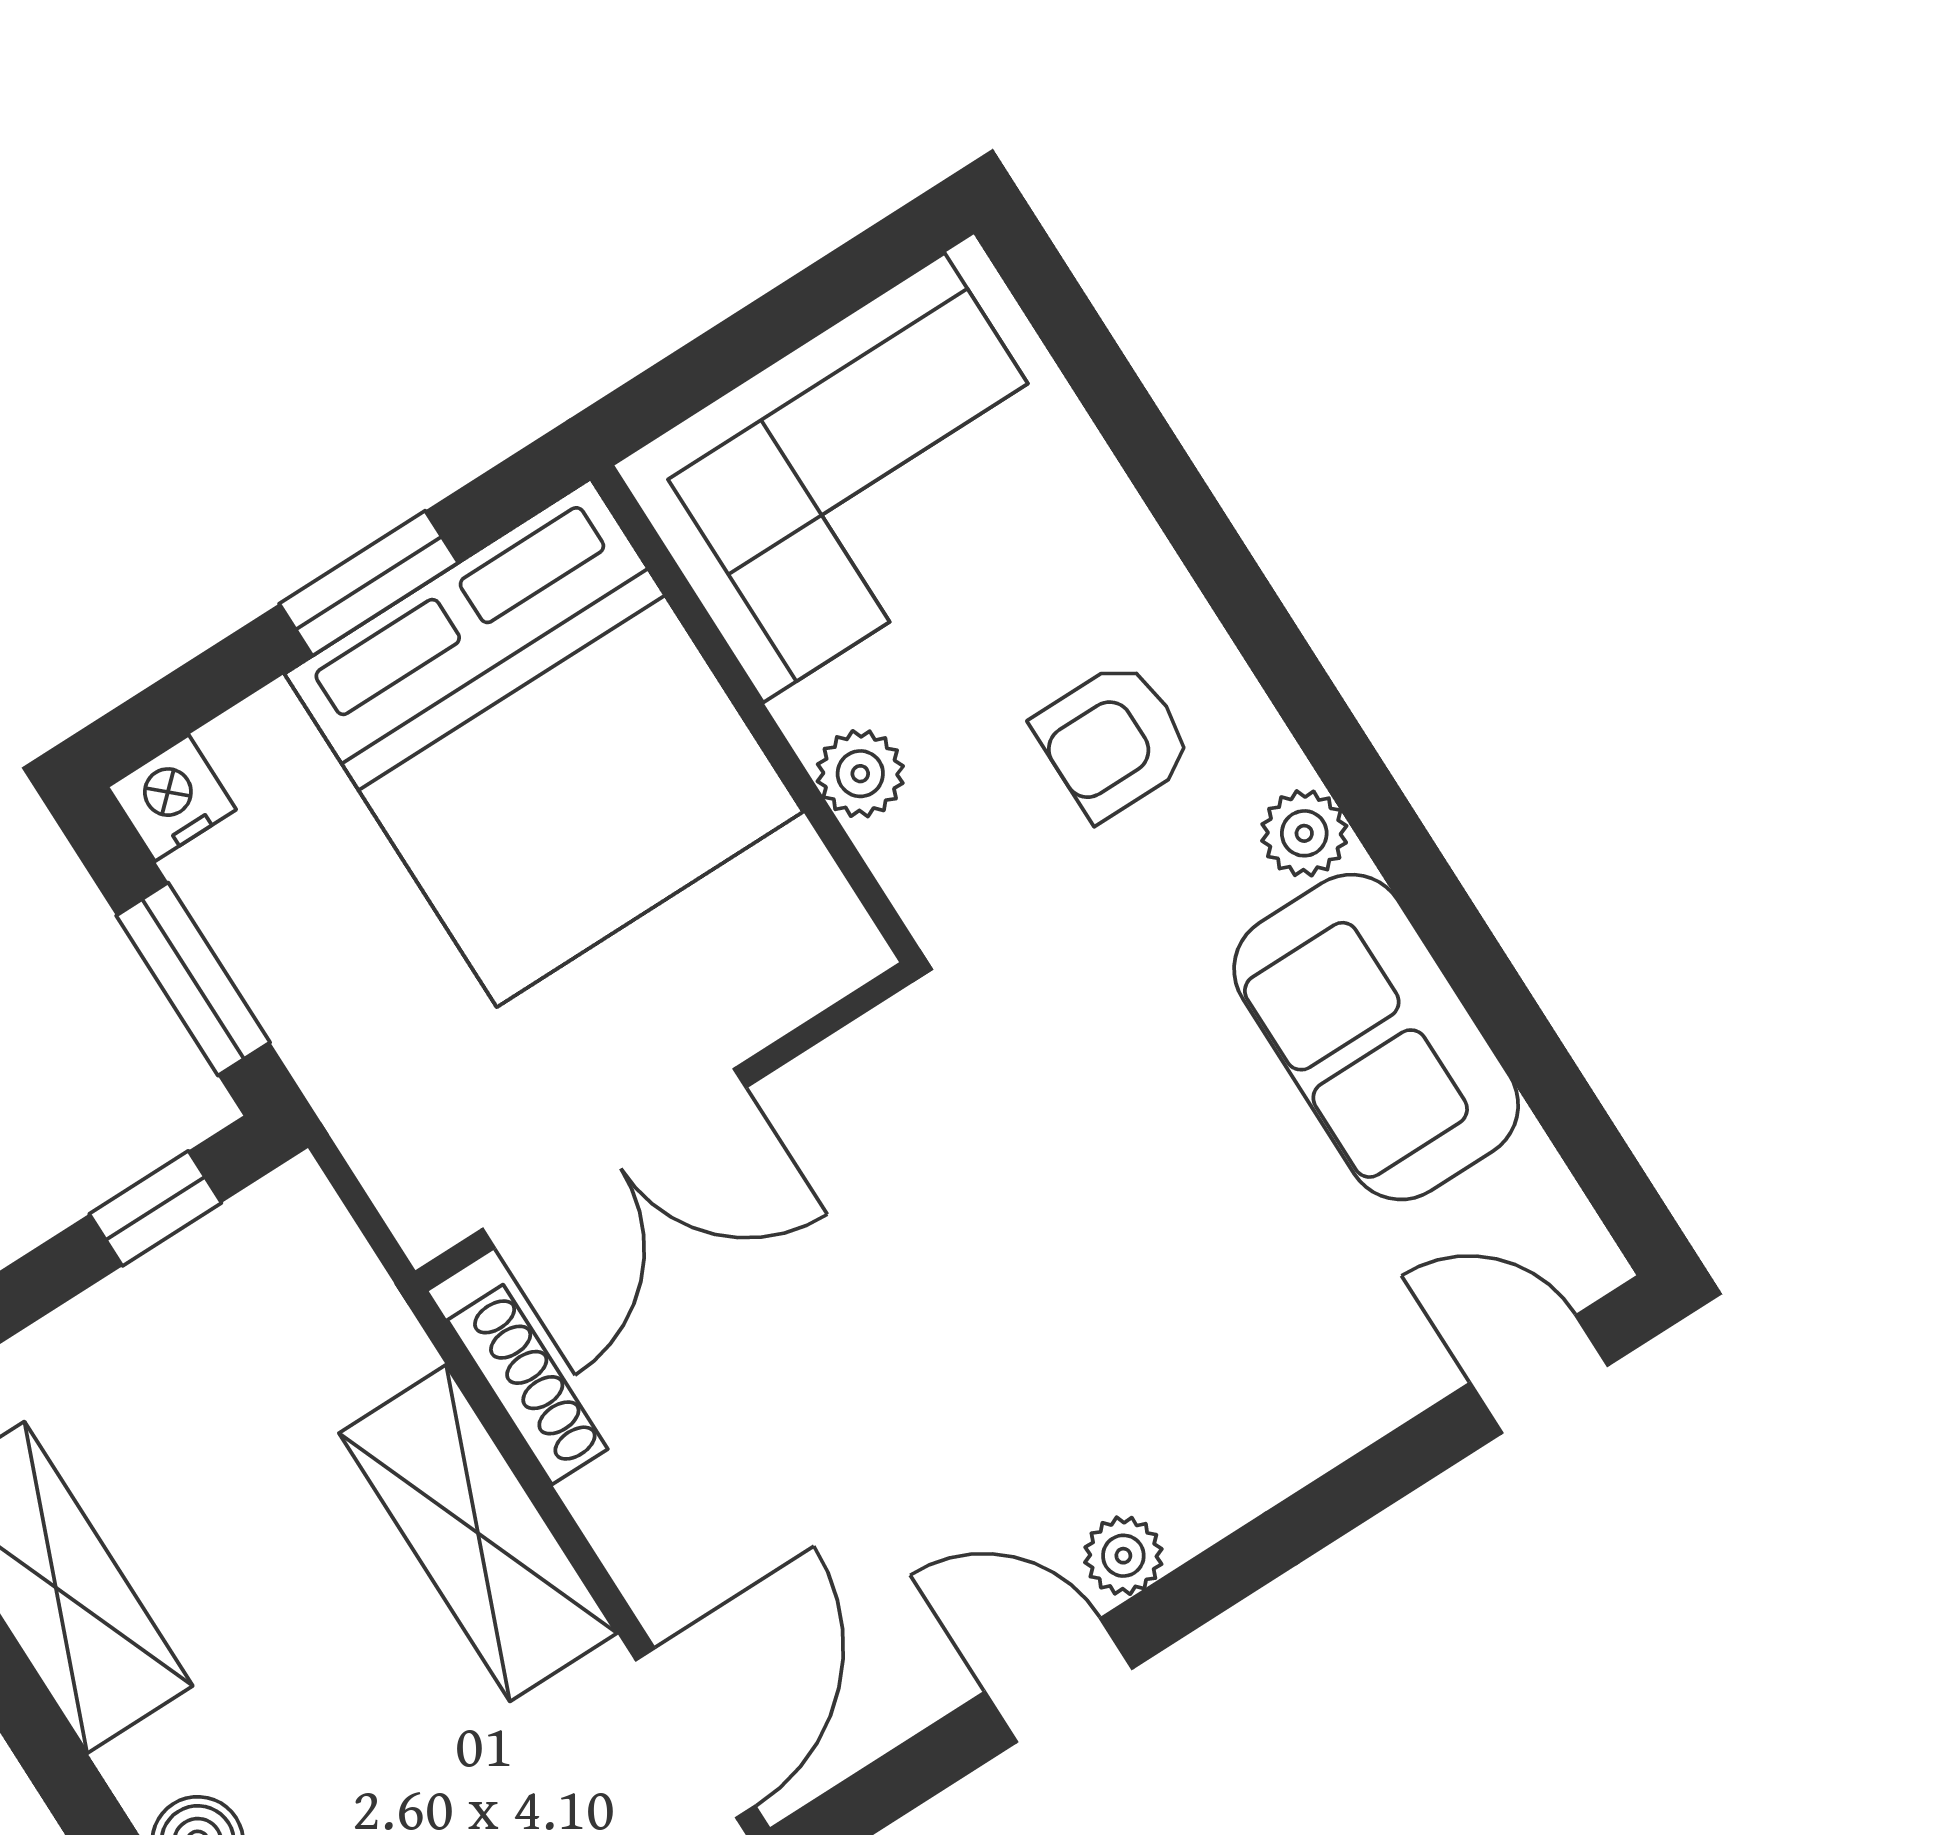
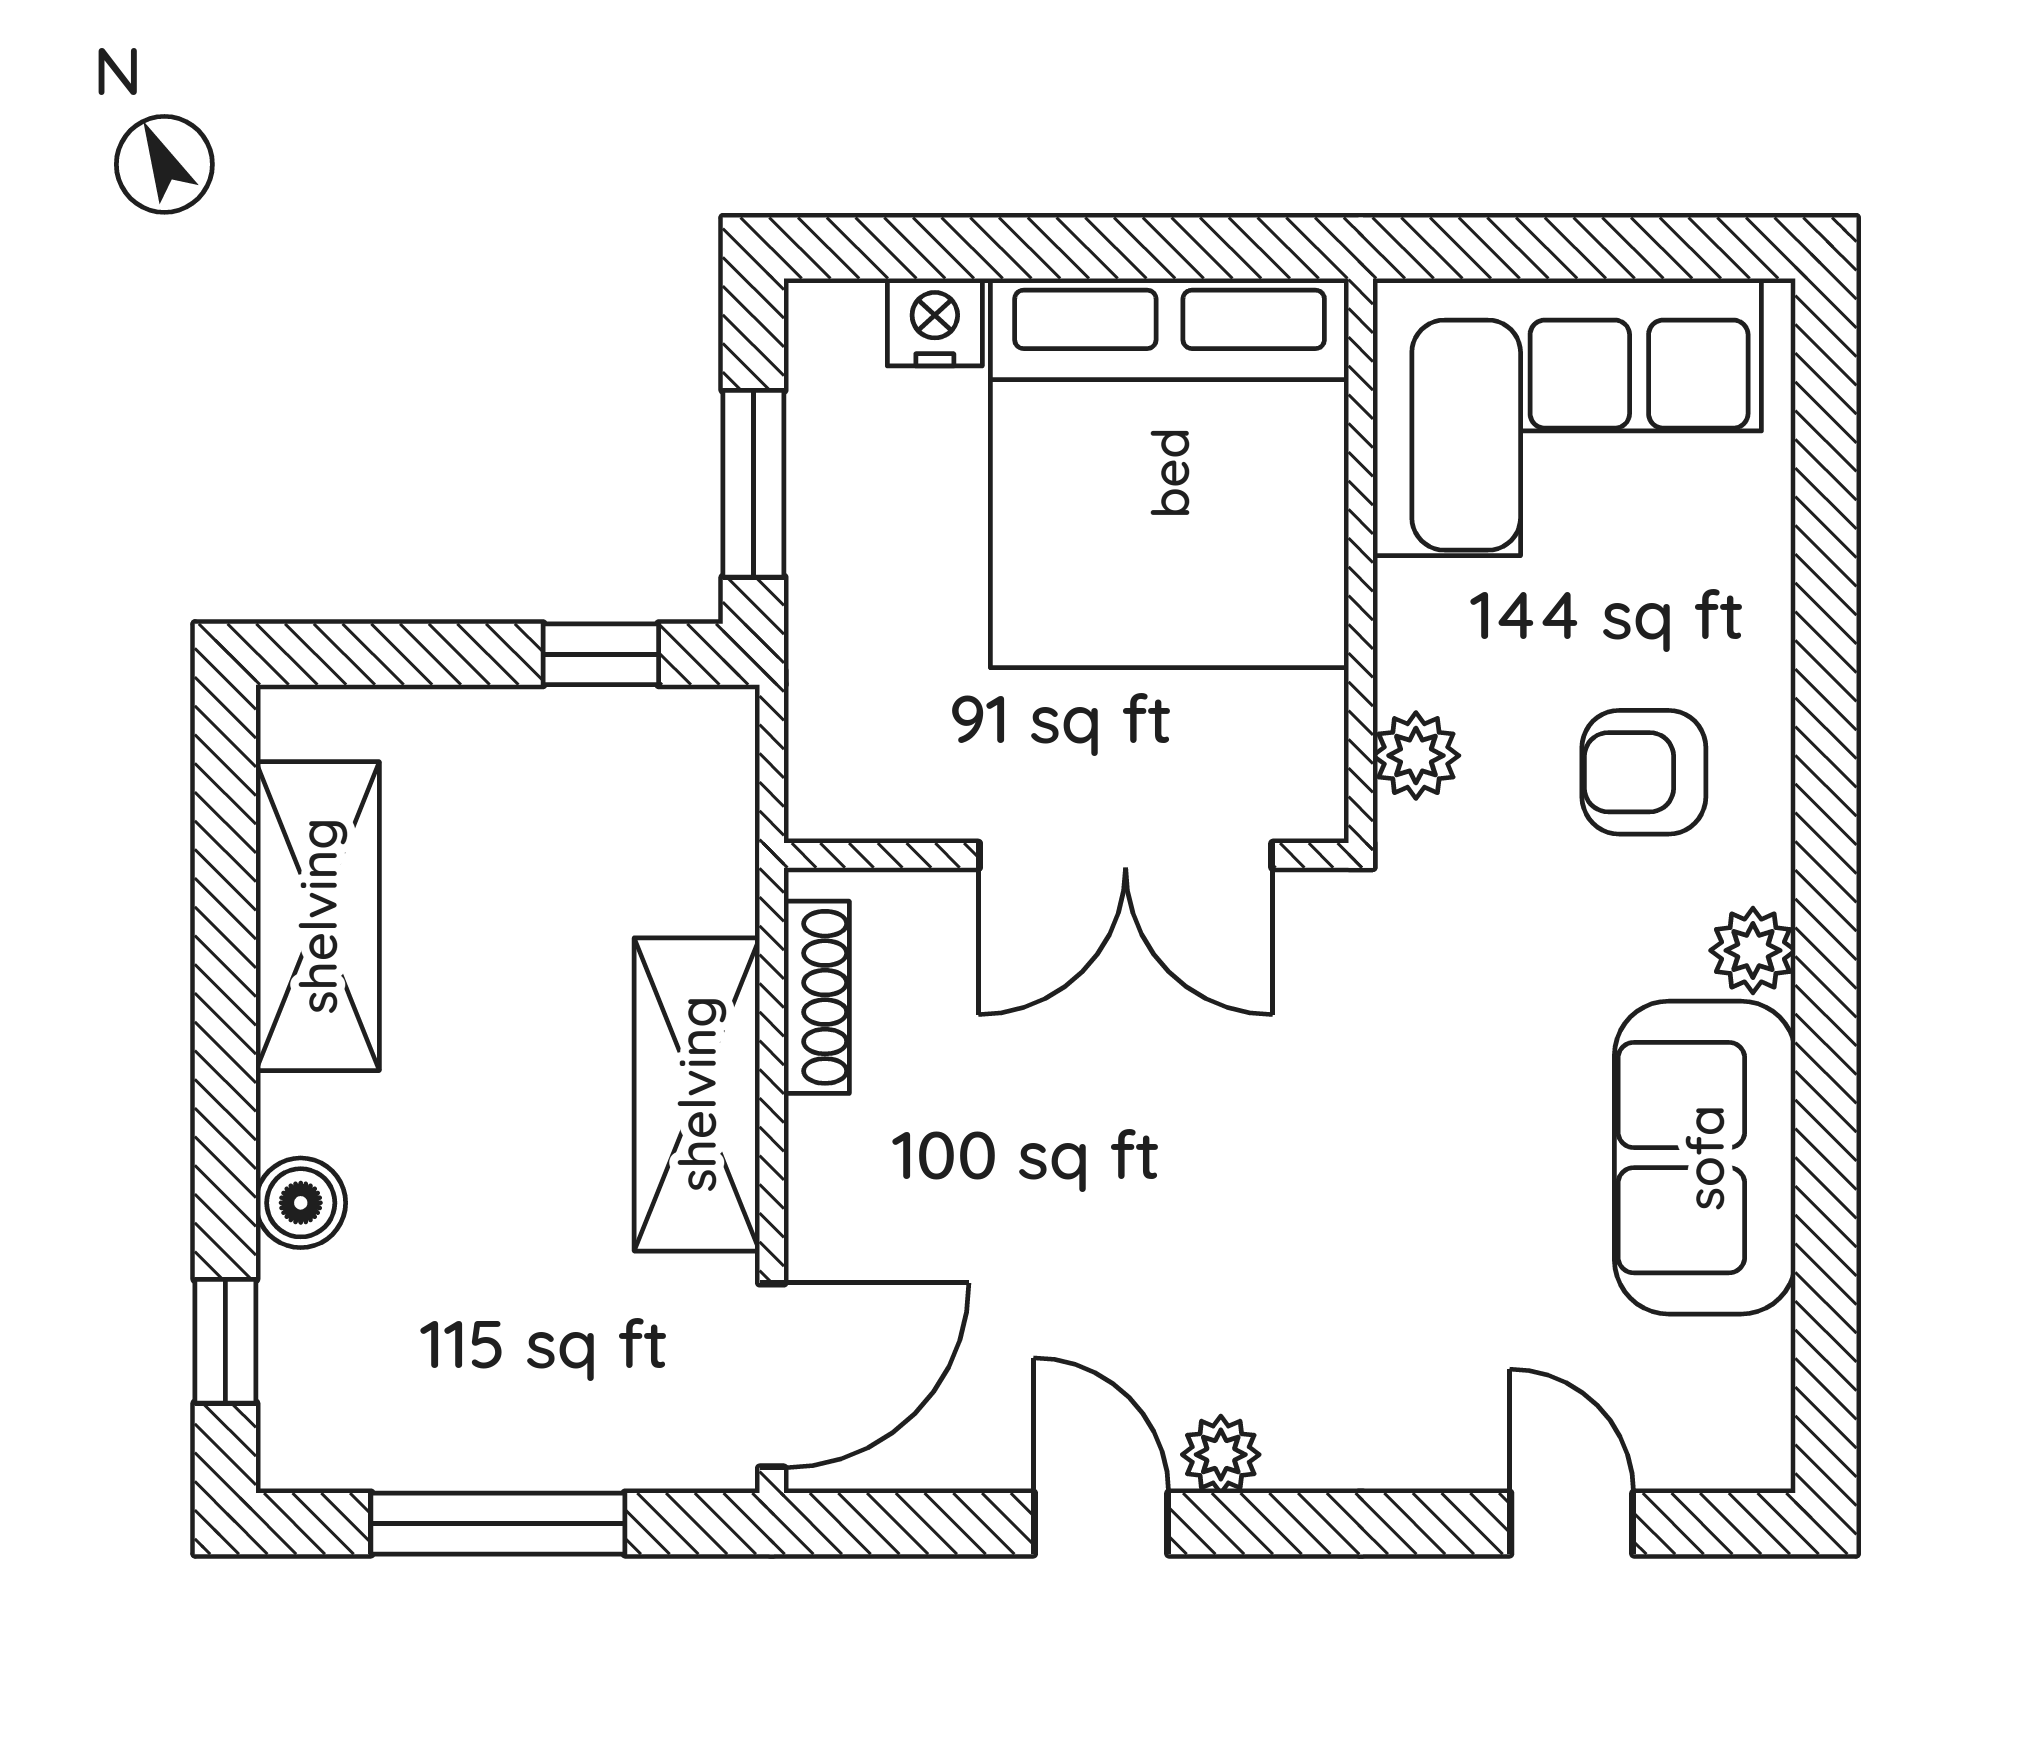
window: (369, 583) -> (1109, 248), removed
plant: (860, 774) -> (1416, 756), moved
nightstand: (172, 798) -> (935, 322), moved
double door: (614, 1158) -> (1126, 855), moved
door: (1539, 1374) -> (1572, 1524), moved

